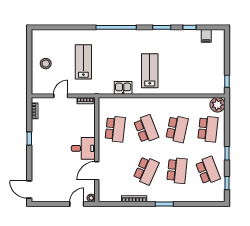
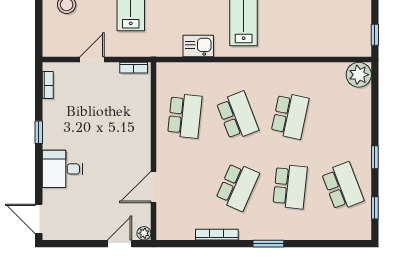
school desk: (208, 129) -> (343, 116), removed
desk: (83, 148) -> (62, 169), moved, turned 180

